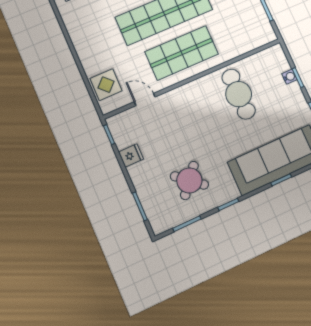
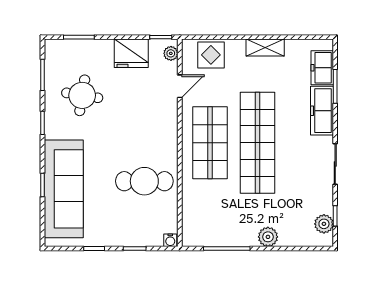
shelving: (80, 41) -> (265, 48), added
water cooler: (289, 77) -> (170, 240), moved
plant: (120, 120) -> (171, 53), added
fridge: (131, 155) -> (131, 53), width x1.88, depth x1.34
round table: (189, 180) -> (82, 95), turned -31

